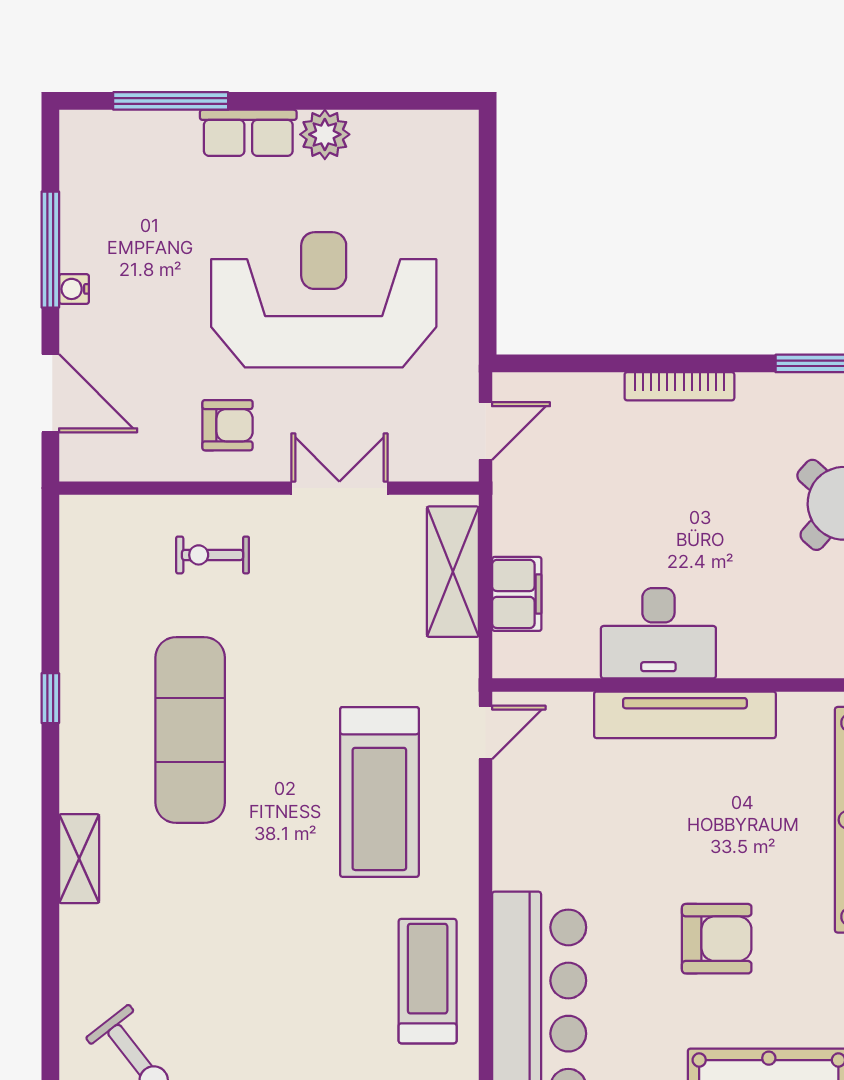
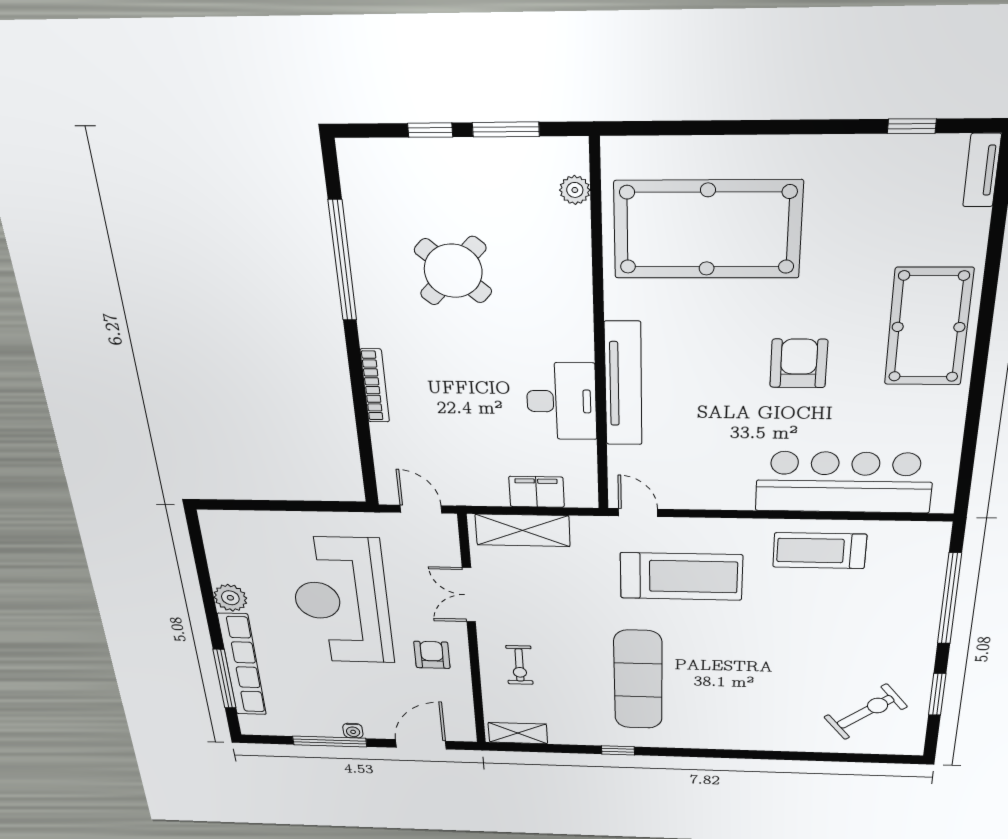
row of seats: (248, 133) -> (242, 665), width x2.02
exercise mat: (190, 730) -> (638, 680), turned 90
shelving: (79, 859) -> (518, 733), moved

